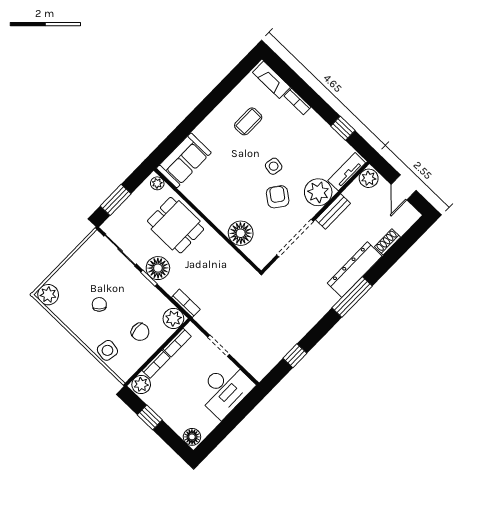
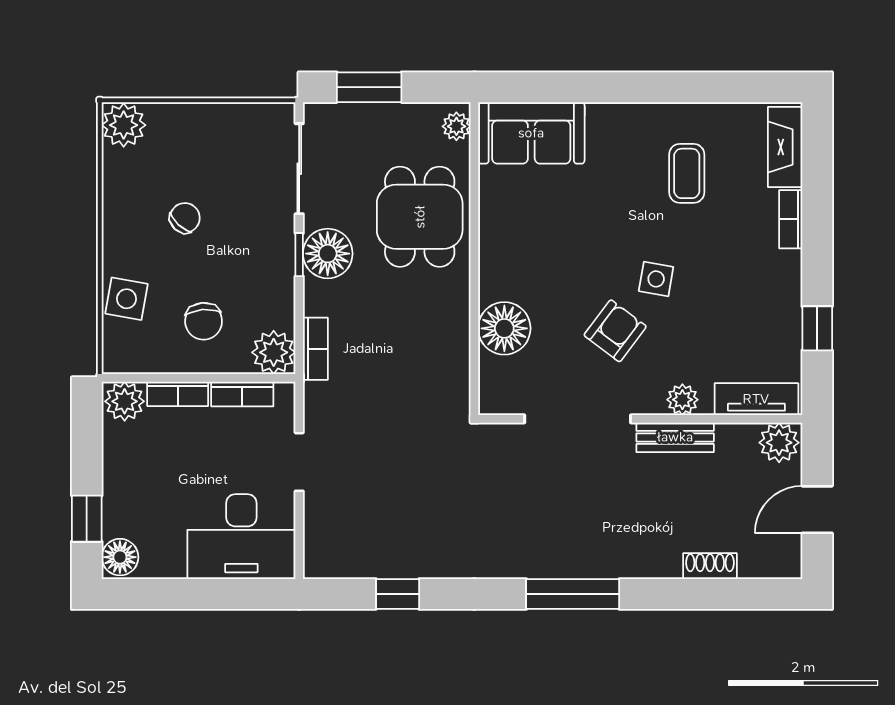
coffee table: (248, 121) -> (687, 173), turned 90
plant: (318, 192) -> (682, 400), width x0.53, depth x0.53
dresser: (355, 270) -> (618, 557), removed
window: (150, 417) -> (87, 519), moved

